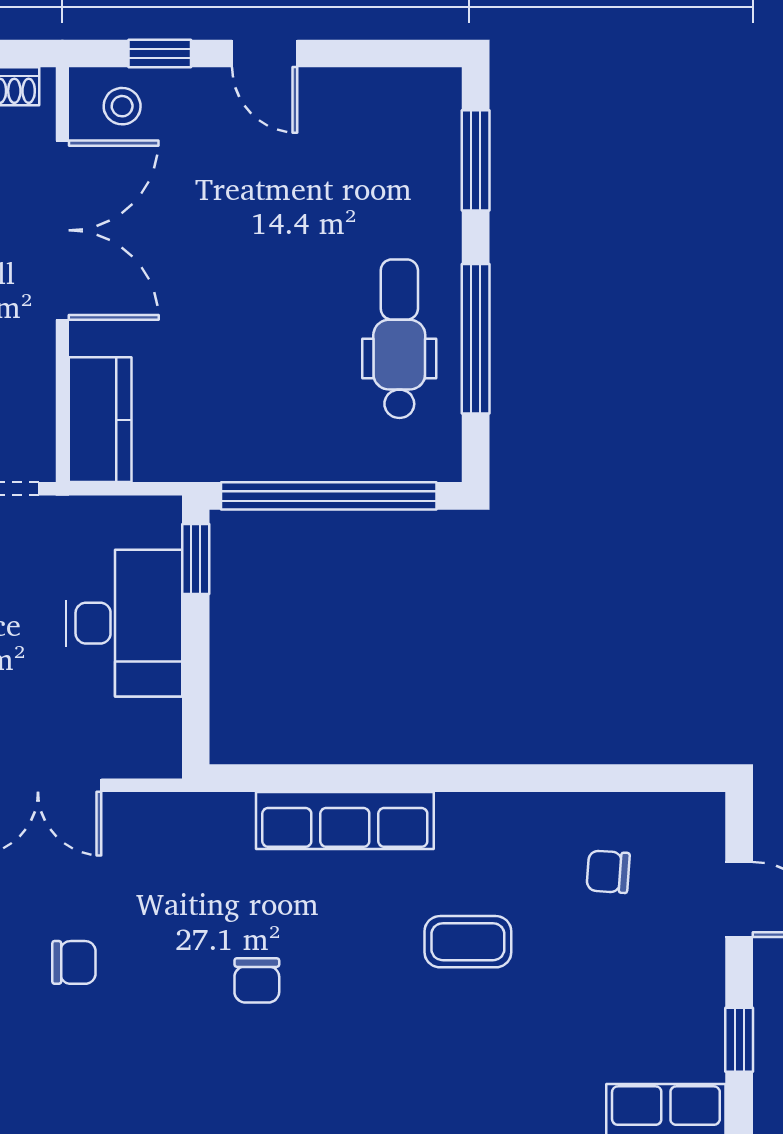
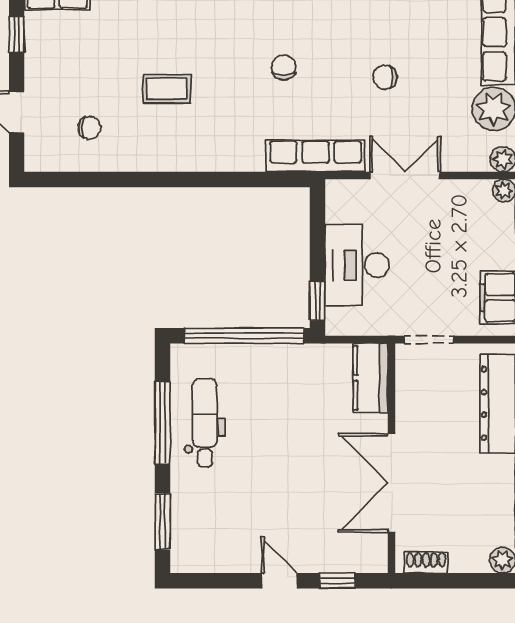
stool: (122, 106) -> (358, 552), removed
dental chair: (399, 339) -> (205, 423), turned 180
row of seats: (345, 821) -> (316, 156), moved

